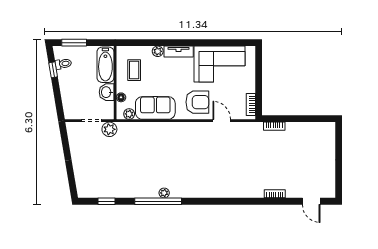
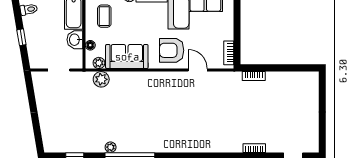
window: (53, 70) -> (21, 37), moved
armchair: (197, 102) -> (172, 50), turned 180
plant: (109, 129) -> (101, 79), moved
plant: (164, 193) -> (111, 147), moved

